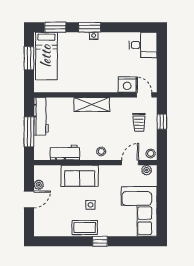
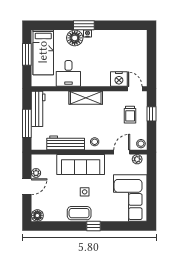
window: (55, 27) -> (52, 25), removed
floor lamp: (80, 41) -> (75, 38), added
desk: (143, 45) -> (68, 73), moved, turned 90
workbench: (65, 153) -> (66, 143), width x1.38
sofa: (80, 176) -> (81, 165), width x1.36
floor lamp: (40, 230) -> (37, 216), added

